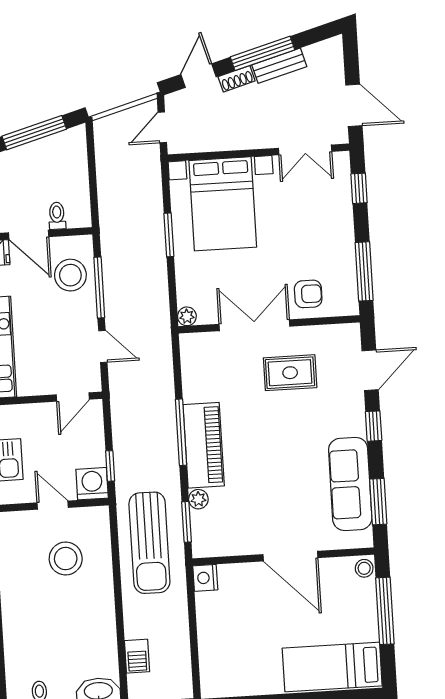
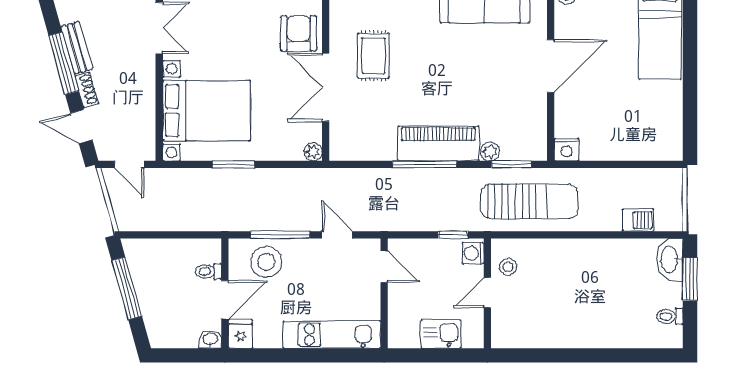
armchair: (308, 294) -> (299, 34), width x1.38, depth x1.38
door: (103, 346) -> (337, 235), hinge flipped
washing machine: (92, 484) -> (473, 253), width x0.73, depth x0.73
stool: (66, 559) -> (508, 267), moved, width x0.53, depth x0.53

